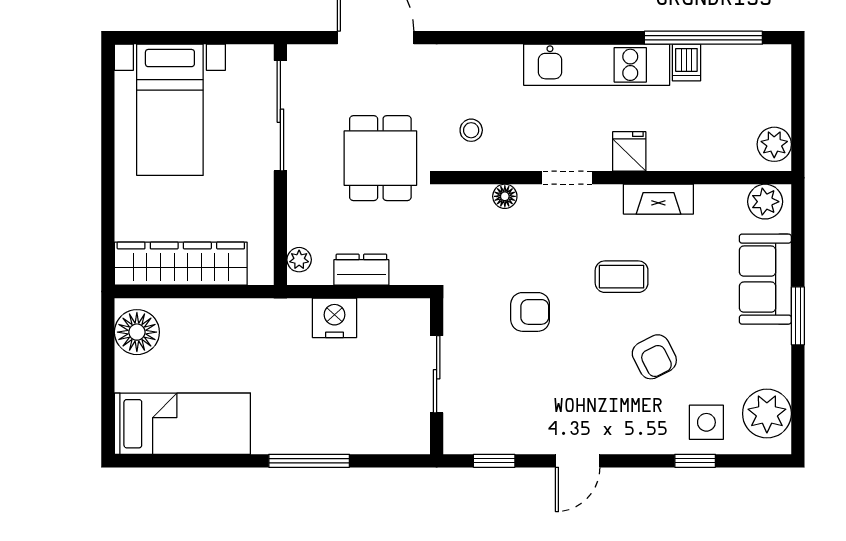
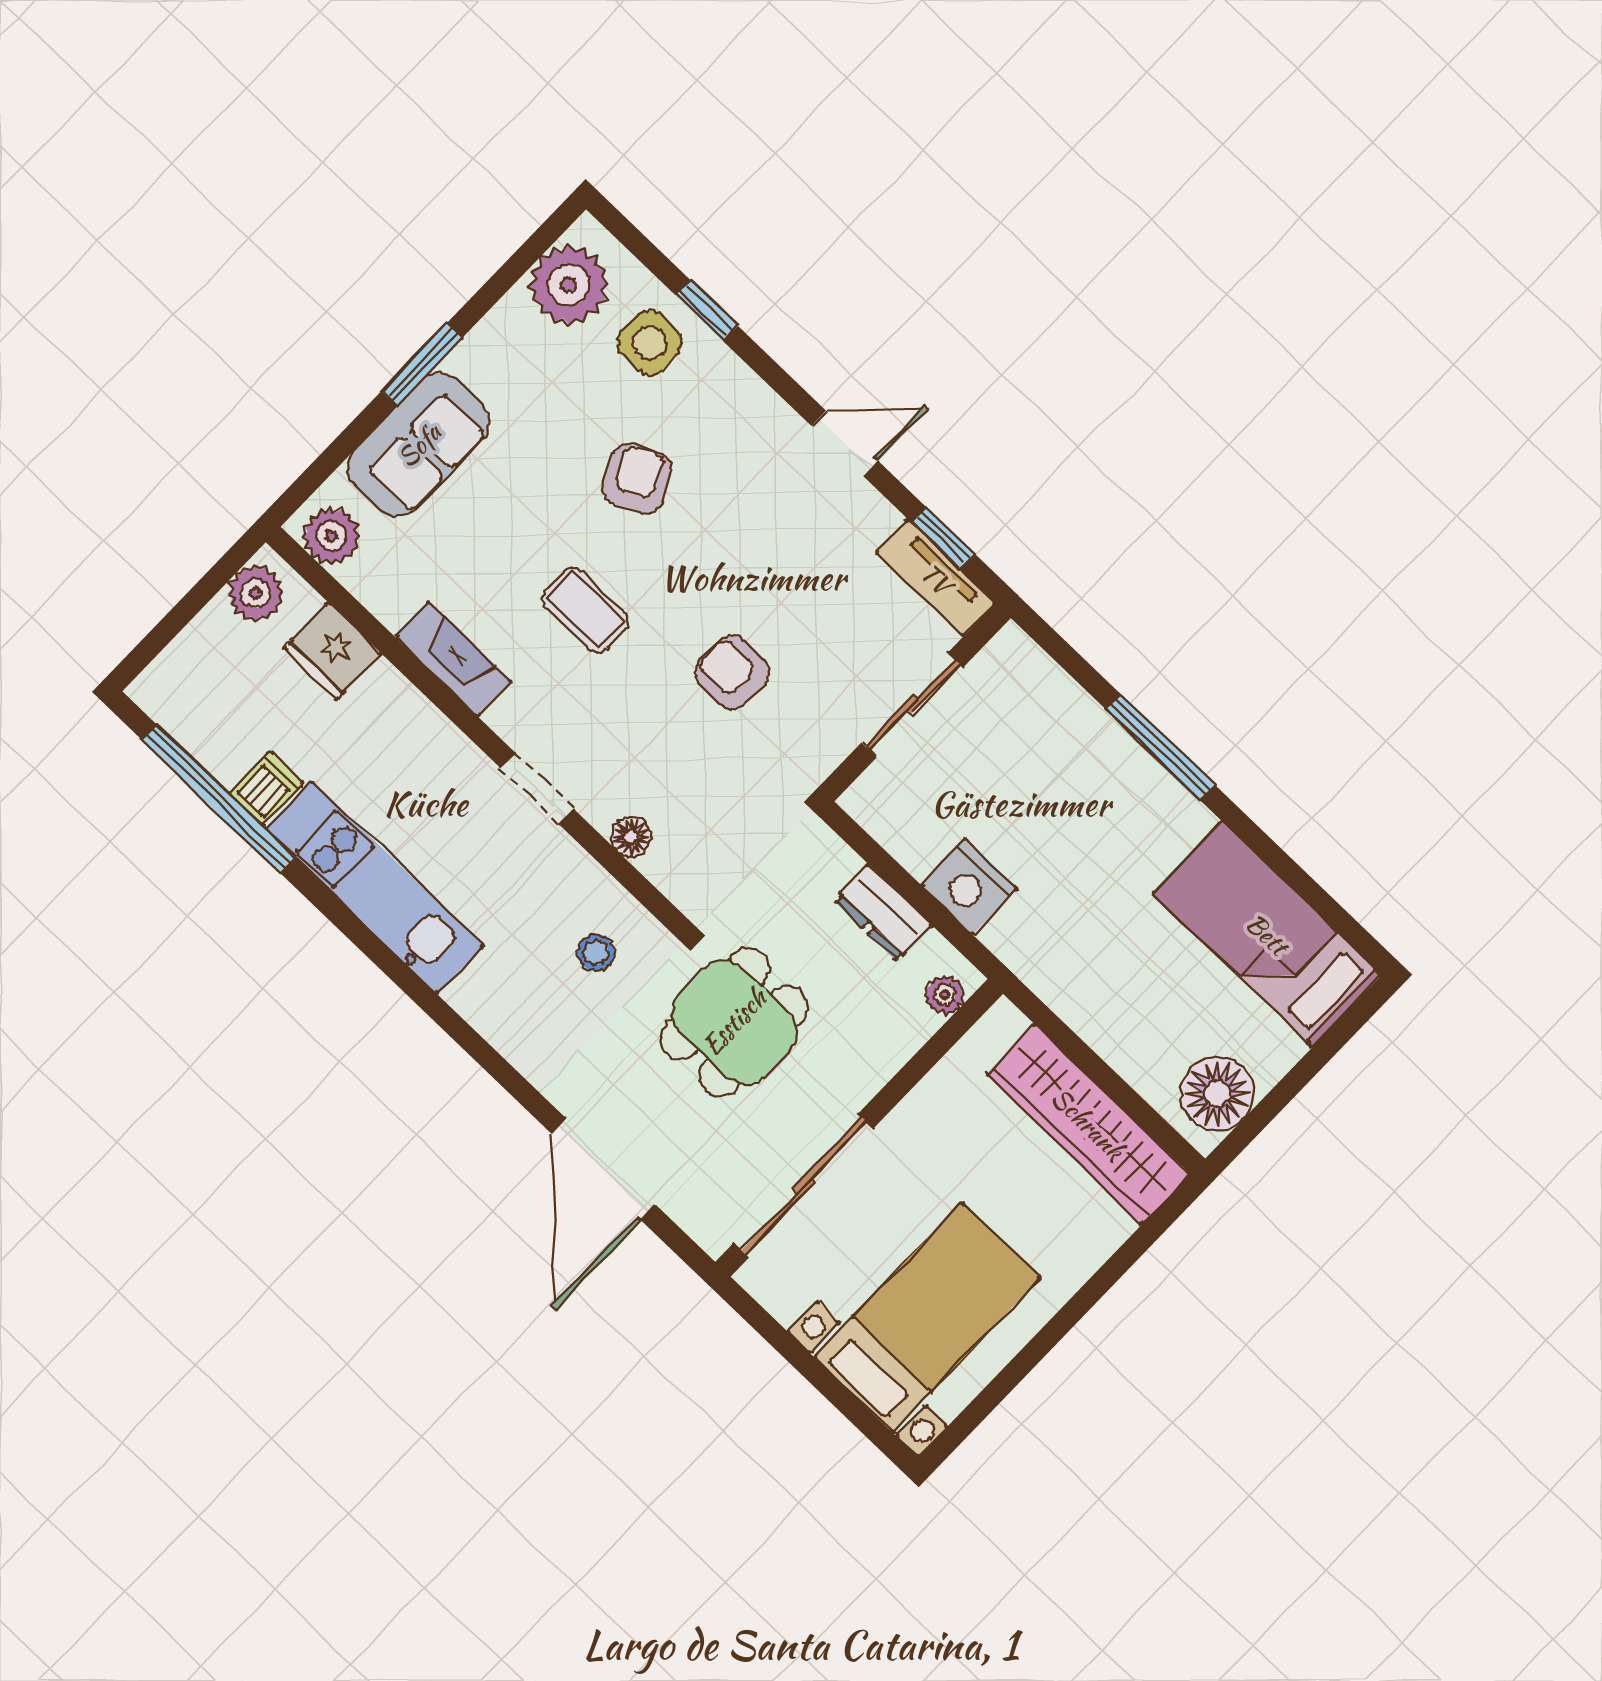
fridge: (629, 151) -> (333, 651), moved, width x1.38
tv unit: (480, 440) -> (936, 578), added

